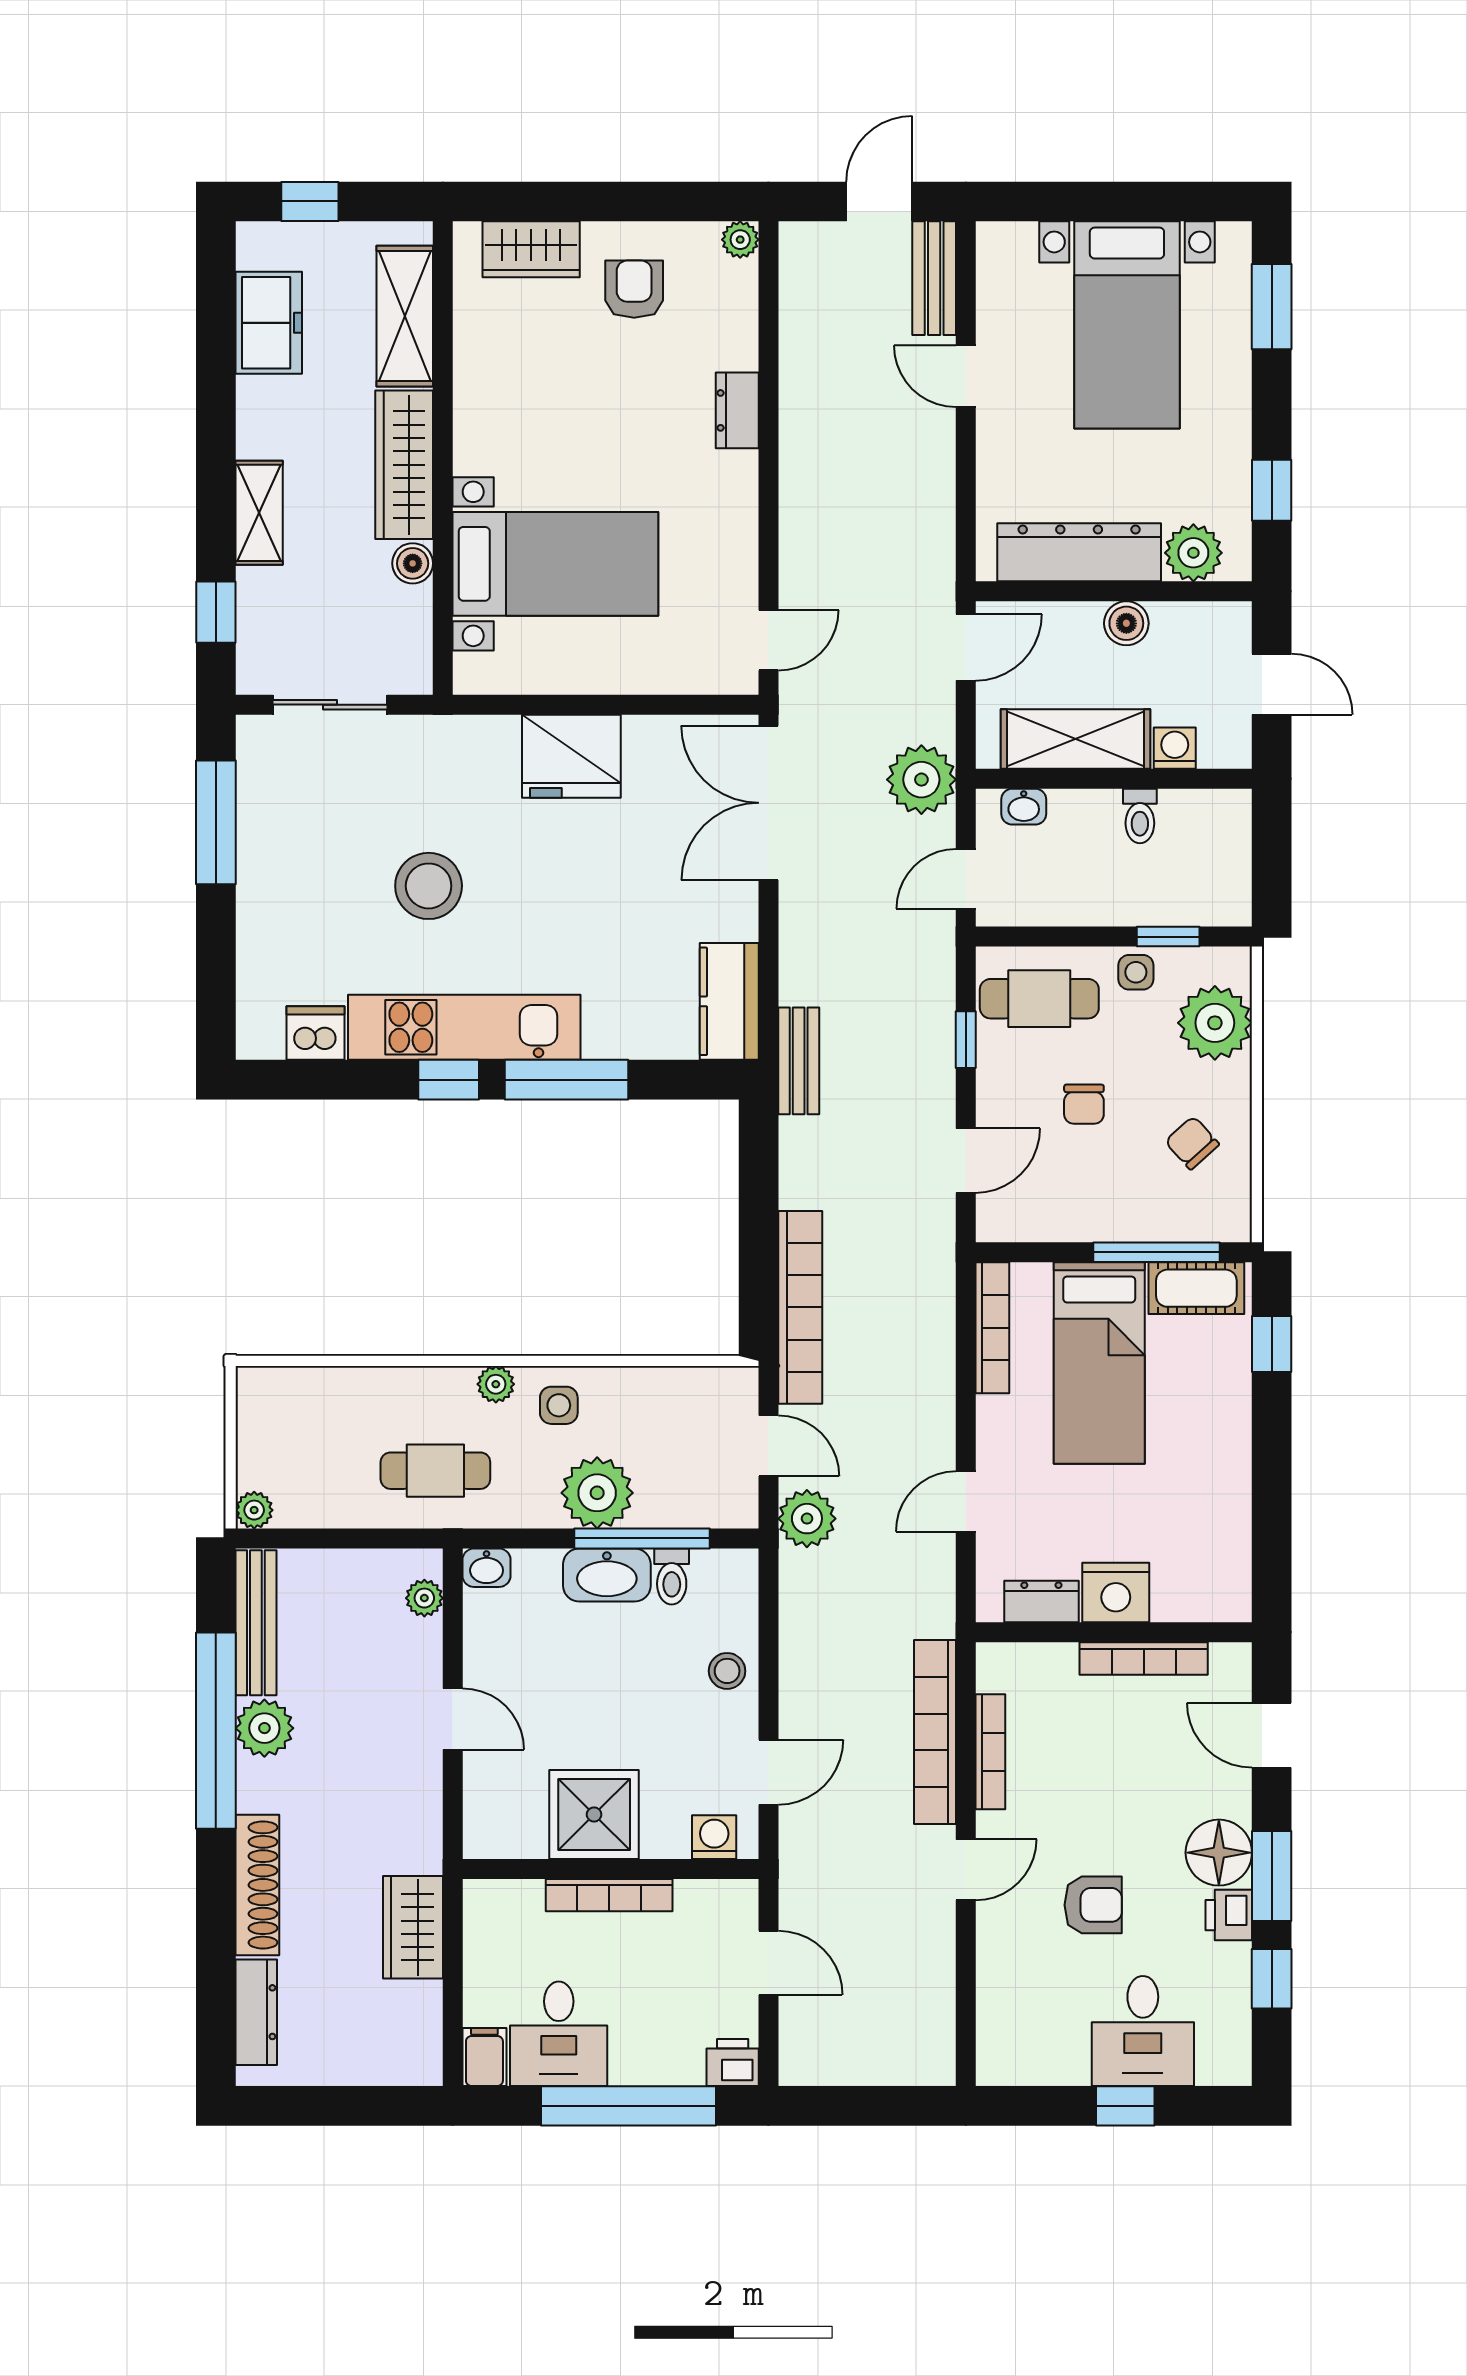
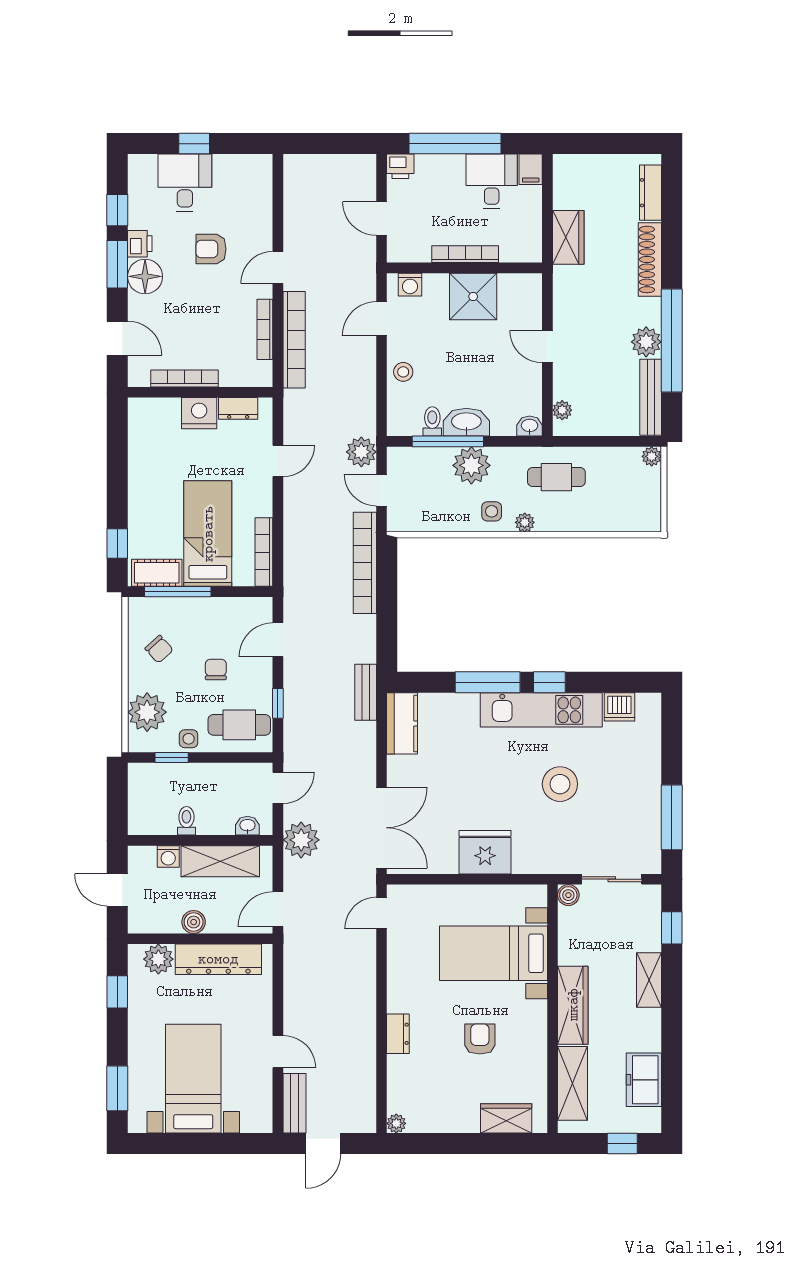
armchair: (634, 289) -> (480, 1039), moved, turned 180
boiler: (413, 563) -> (568, 895), moved

